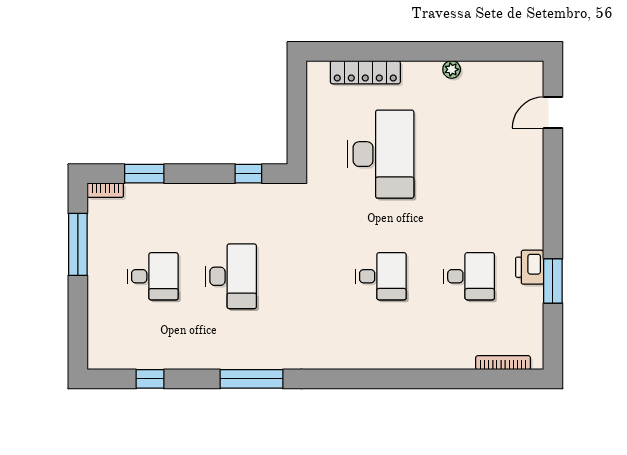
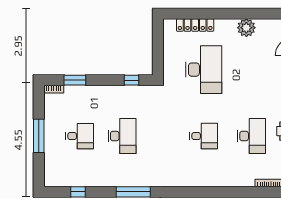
plant: (452, 69) -> (246, 28), width x1.88, depth x1.88
window: (78, 244) -> (39, 136), moved
desk: (469, 276) -> (252, 136), width x1.37

